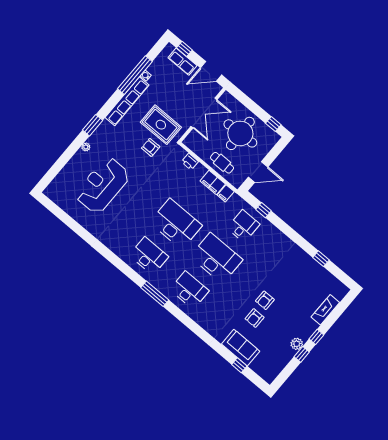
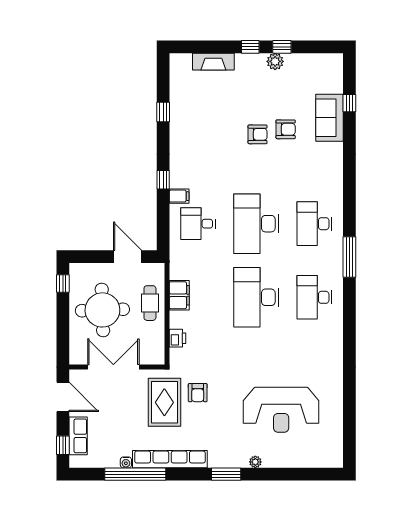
filing cabinet: (226, 193) -> (179, 196), moved
window: (264, 210) -> (163, 180), moved

